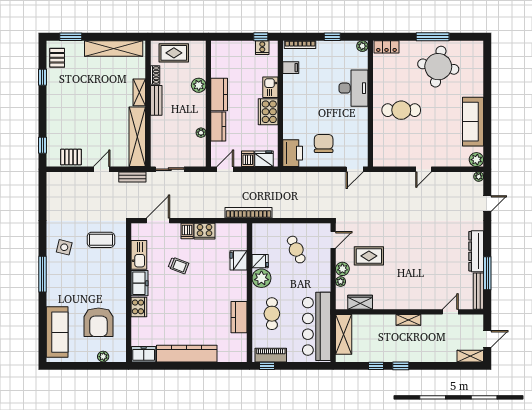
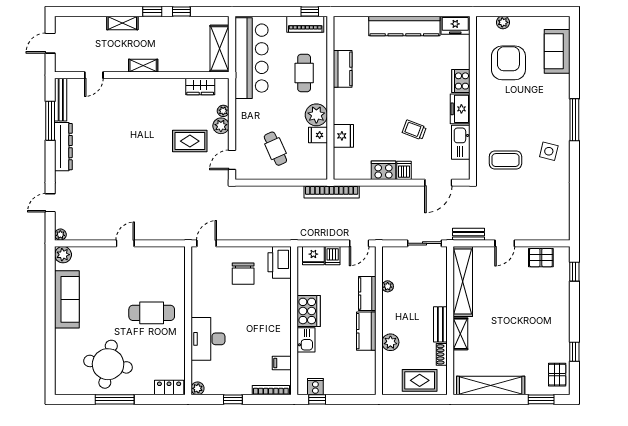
sofa: (57, 332) -> (557, 51), width x0.73
shelving: (470, 356) -> (122, 23), moved

